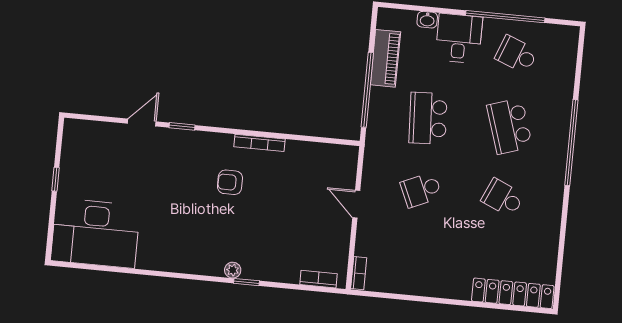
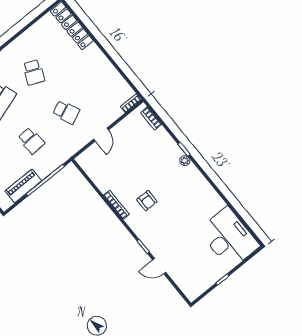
school desk: (428, 118) -> (31, 141), width x0.54

